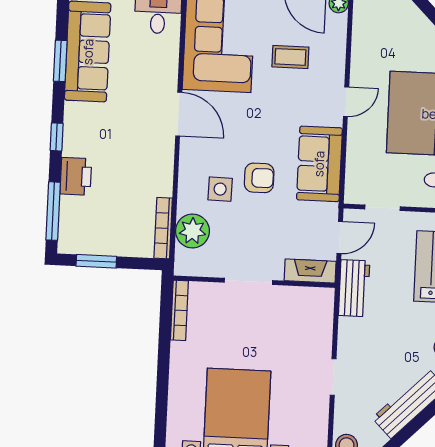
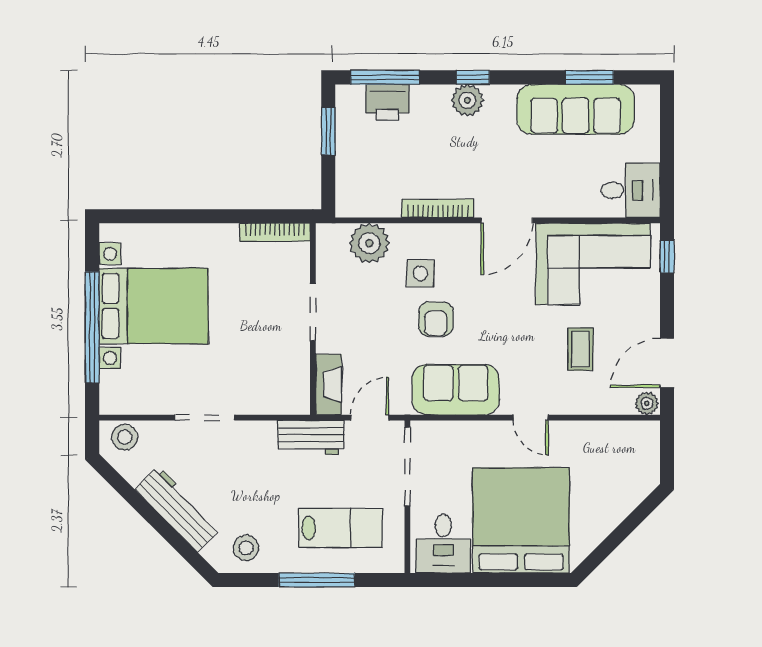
window: (60, 61) -> (589, 77), moved
plant: (76, 143) -> (467, 100), added
printer: (76, 176) -> (388, 102), moved
doorway: (382, 208) -> (407, 466), width x1.87
bookcase: (163, 228) -> (438, 208), moved
door: (340, 238) -> (370, 418), swing flipped
doorway: (333, 377) -> (205, 418), width x1.38

